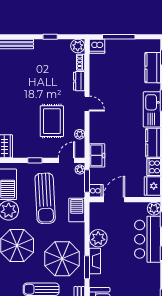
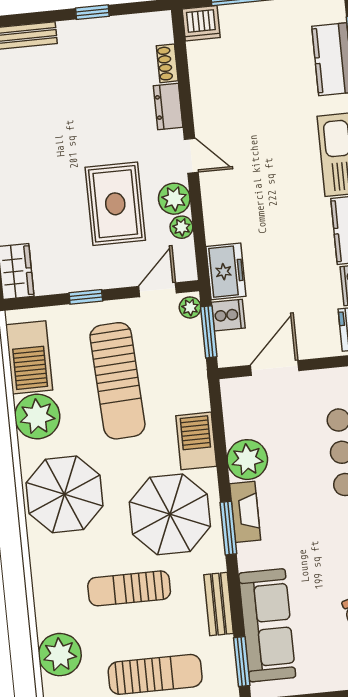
plant: (78, 46) -> (174, 199), moved
cooker: (96, 191) -> (228, 315), moved
barbecue: (77, 210) -> (196, 441), moved

